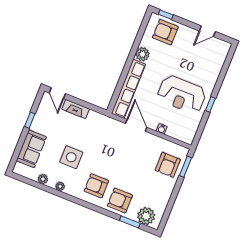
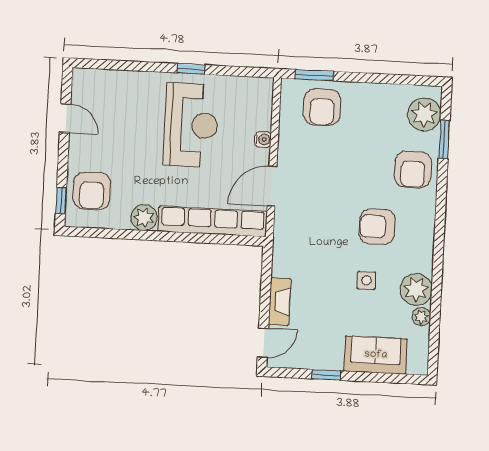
side table: (71, 157) -> (366, 280), width x0.54, depth x0.54
armchair: (168, 165) -> (322, 107), turned 90
plant: (60, 186) -> (416, 290), width x1.87, depth x1.87
armchair: (96, 186) -> (377, 227), moved, turned 90

